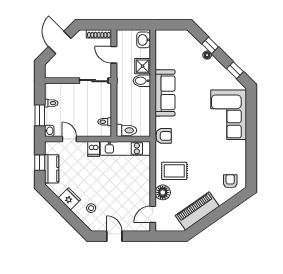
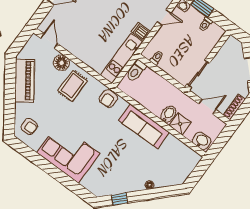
window: (210, 45) -> (156, 193), removed
corner sofa: (229, 115) -> (68, 153), moved

